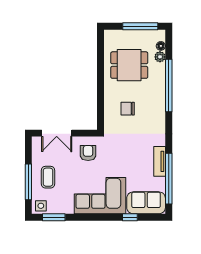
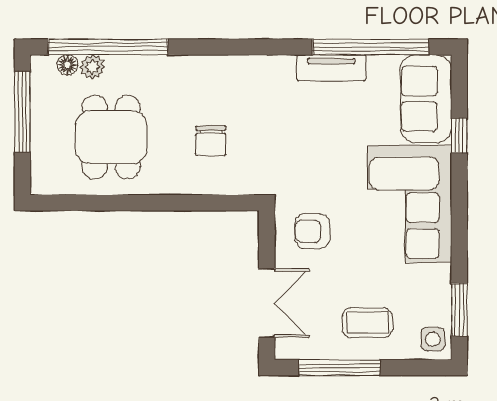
window: (169, 85) -> (108, 47), moved
window: (28, 182) -> (339, 368), moved

